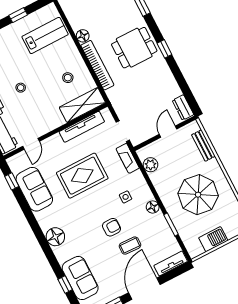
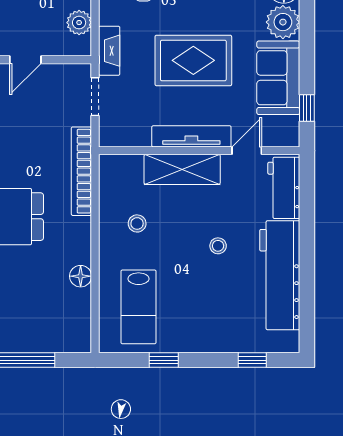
lab bench: (45, 35) -> (139, 307), turned -90
bookcase: (97, 65) -> (81, 171), moved
shelving: (82, 105) -> (182, 169), moved
tv unit: (82, 127) -> (191, 136), moved
plant: (47, 219) -> (283, 22), added

